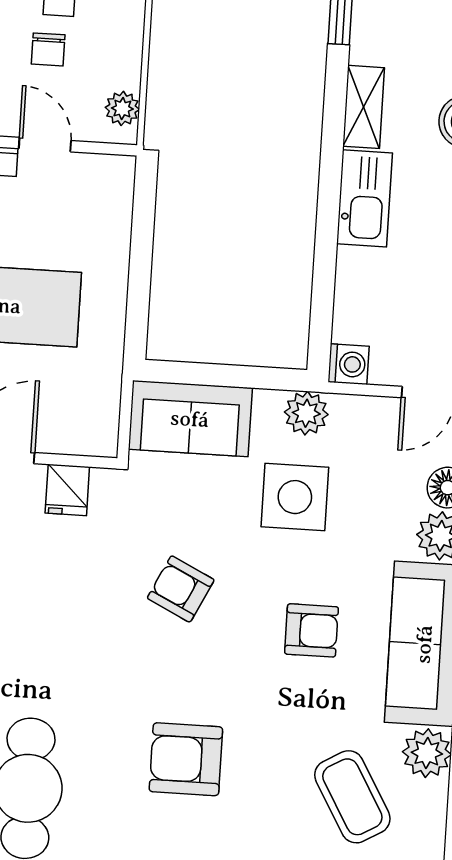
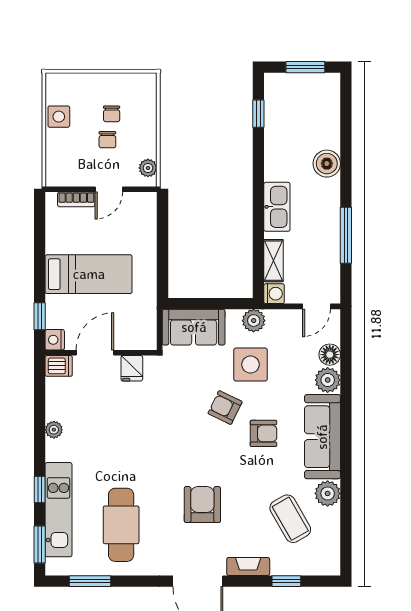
shelving: (364, 107) -> (273, 261), moved
door: (45, 145) -> (109, 189), swing flipped
armchair: (181, 589) -> (225, 408), moved
armchair: (186, 759) -> (202, 505), turned 90

